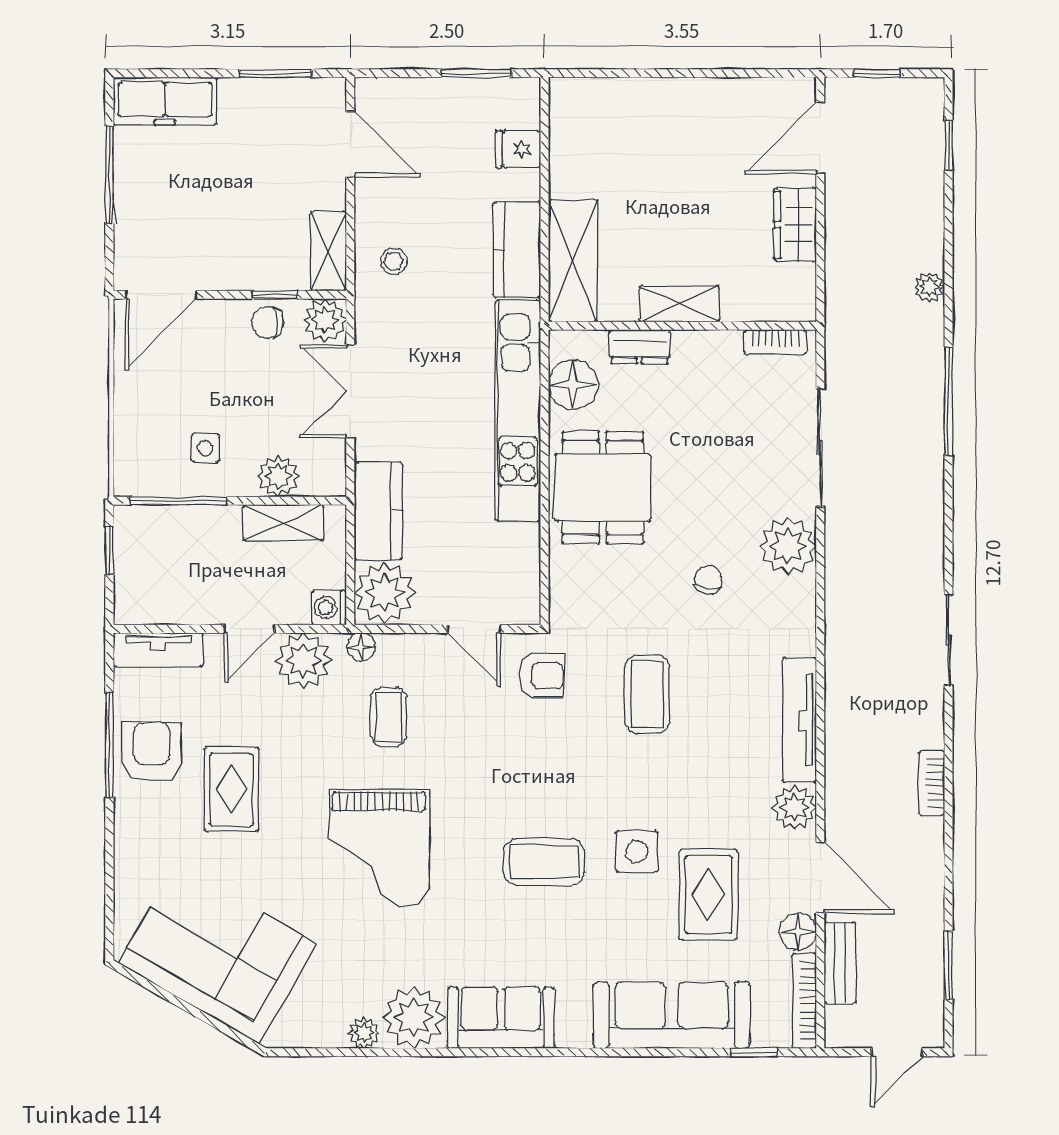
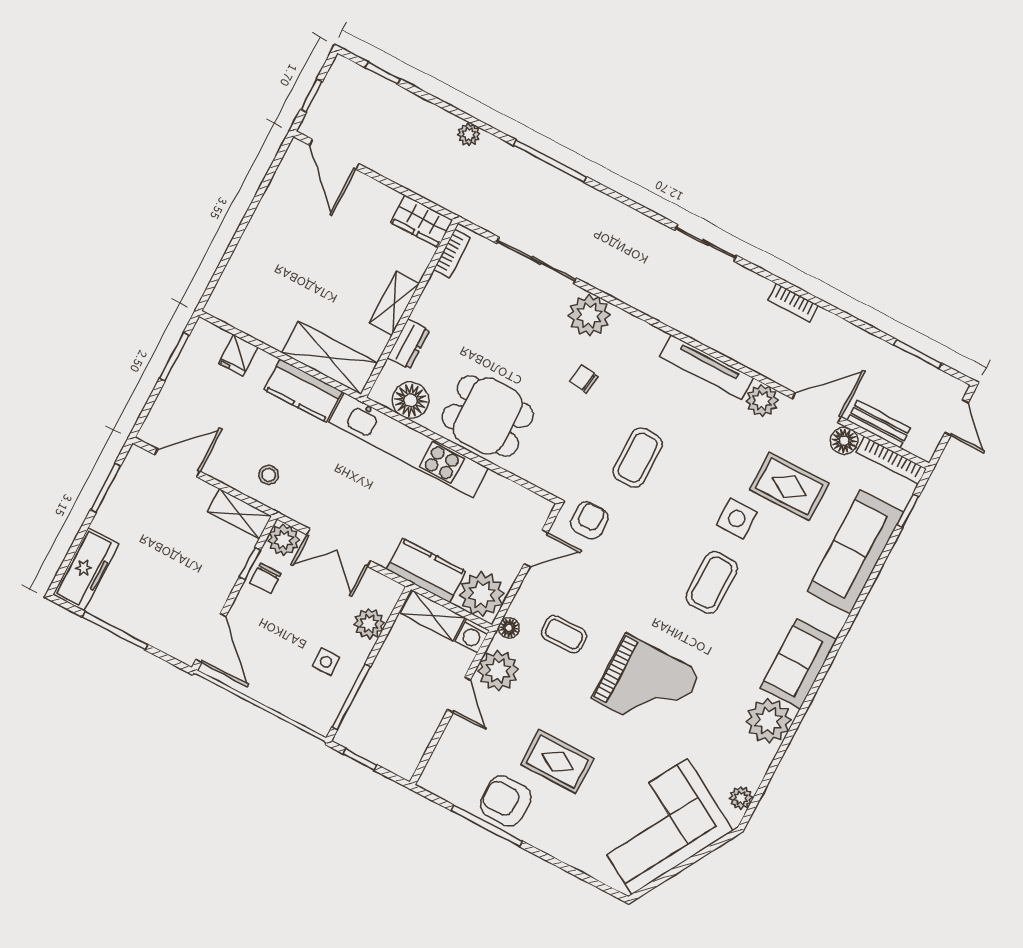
wardrobe: (795, 225) -> (422, 221), moved
shelving: (283, 523) -> (433, 615), moved, turned 90
tv unit: (158, 650) -> (441, 762), removed
coffee table: (647, 694) -> (638, 458), turned 90
plant: (364, 1033) -> (741, 798), moved

